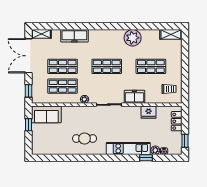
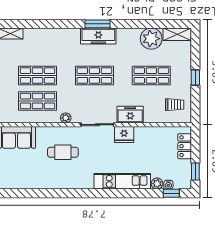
window: (109, 26) -> (97, 24), added
freezer: (74, 36) -> (98, 36), moved
plant: (133, 38) -> (151, 39), moved
window: (185, 68) -> (195, 77), added
fridge: (149, 112) -> (124, 135), moved
cafe table: (85, 138) -> (63, 152), moved
window: (146, 158) -> (171, 193), moved

